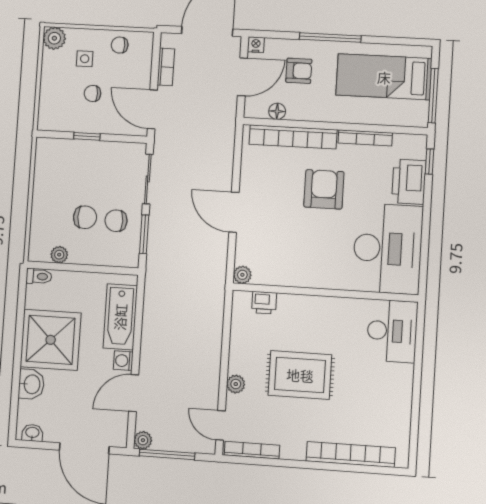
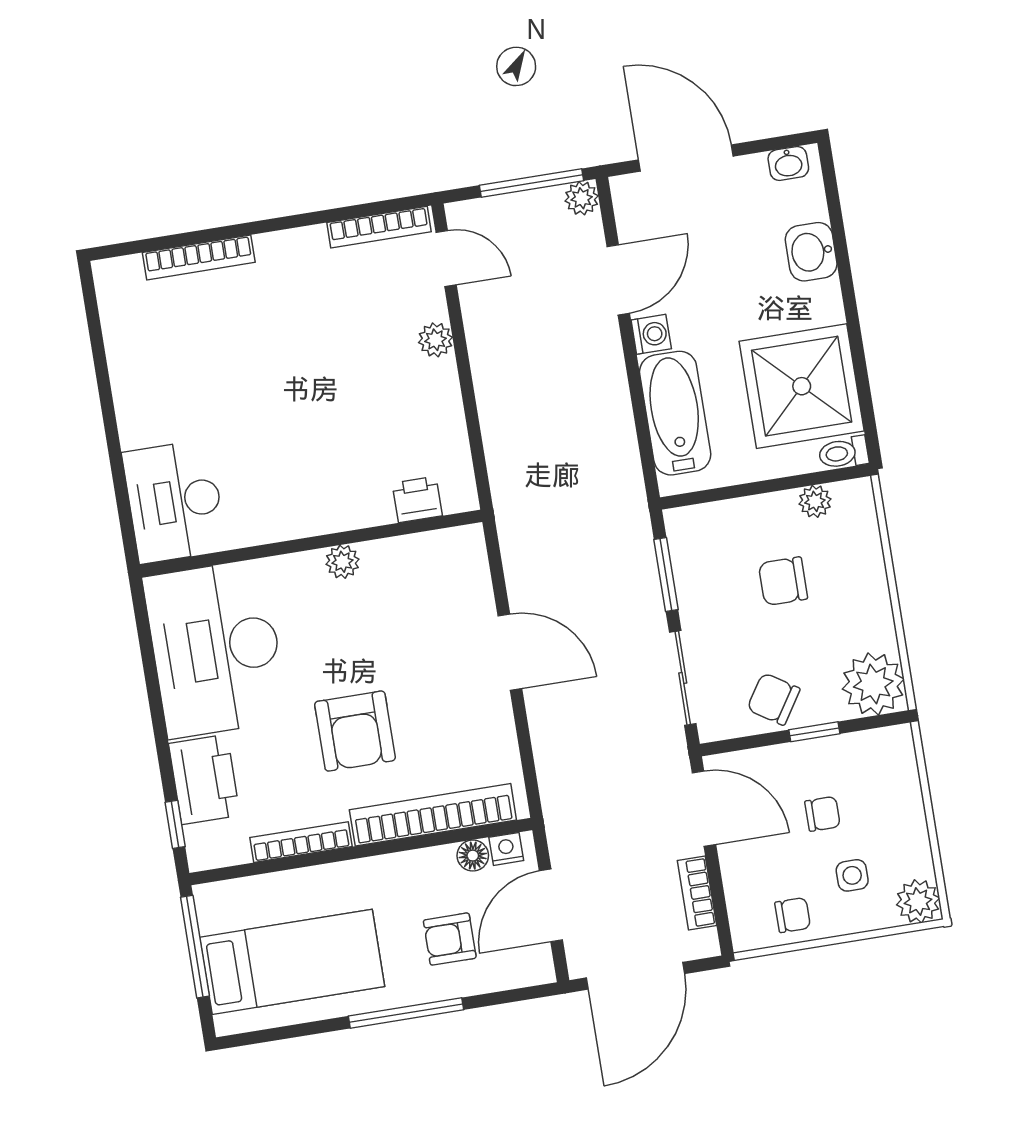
nightstand: (256, 45) -> (506, 849), moved, turned 180
plant: (51, 154) -> (873, 684), added
chair: (116, 221) -> (773, 699), moved, turned -147
plant: (242, 275) -> (342, 562), moved
shower: (51, 340) -> (802, 386), moved
rug: (300, 375) -> (323, 383), removed
bookcase: (351, 454) -> (199, 257), width x0.68, depth x0.76

